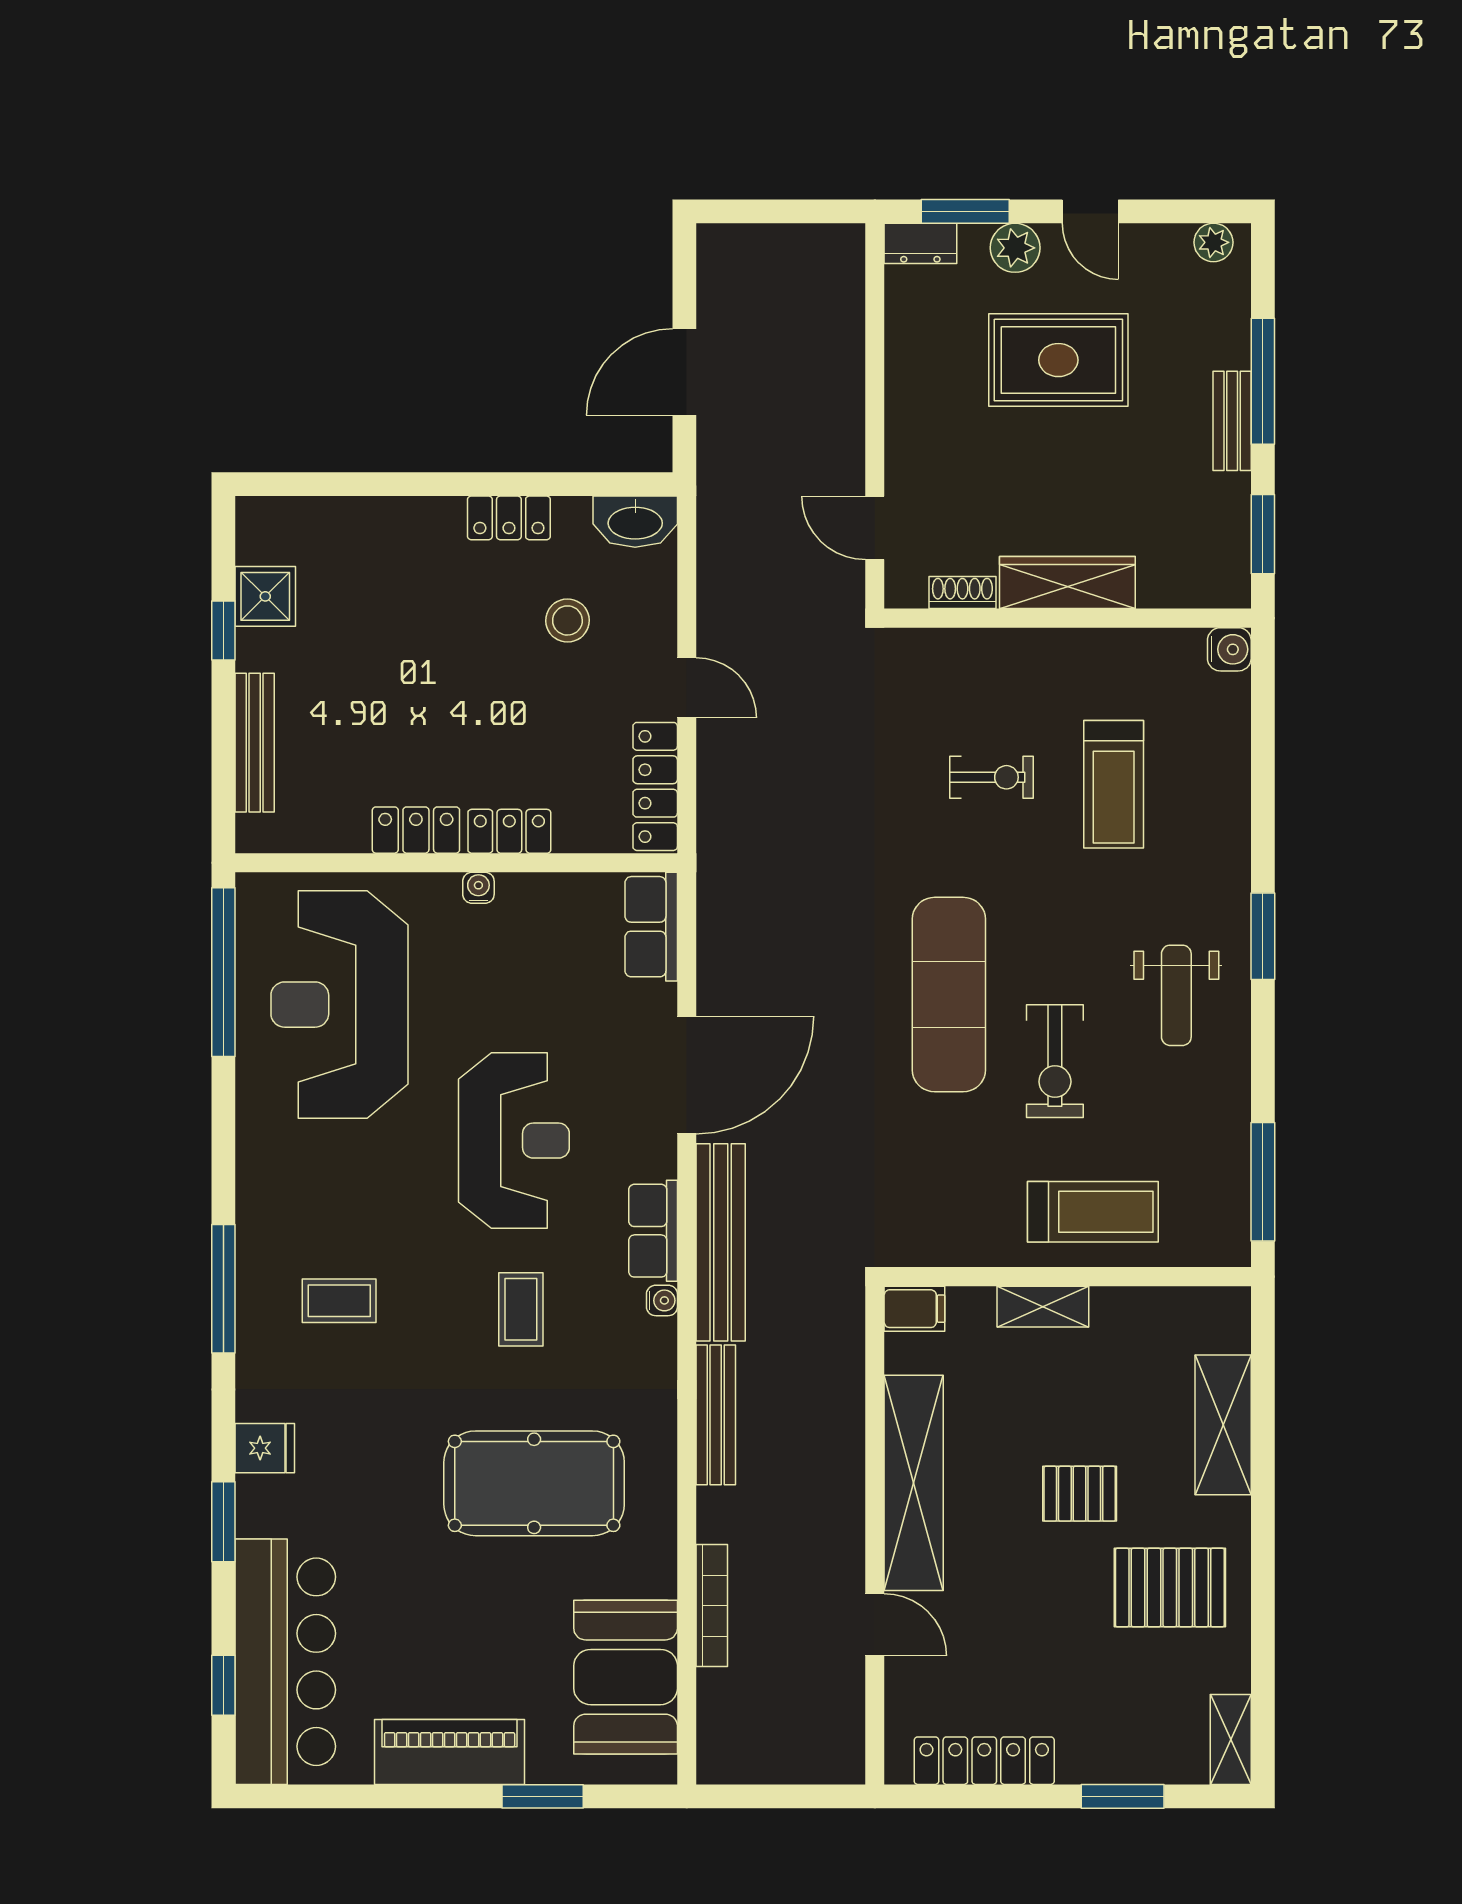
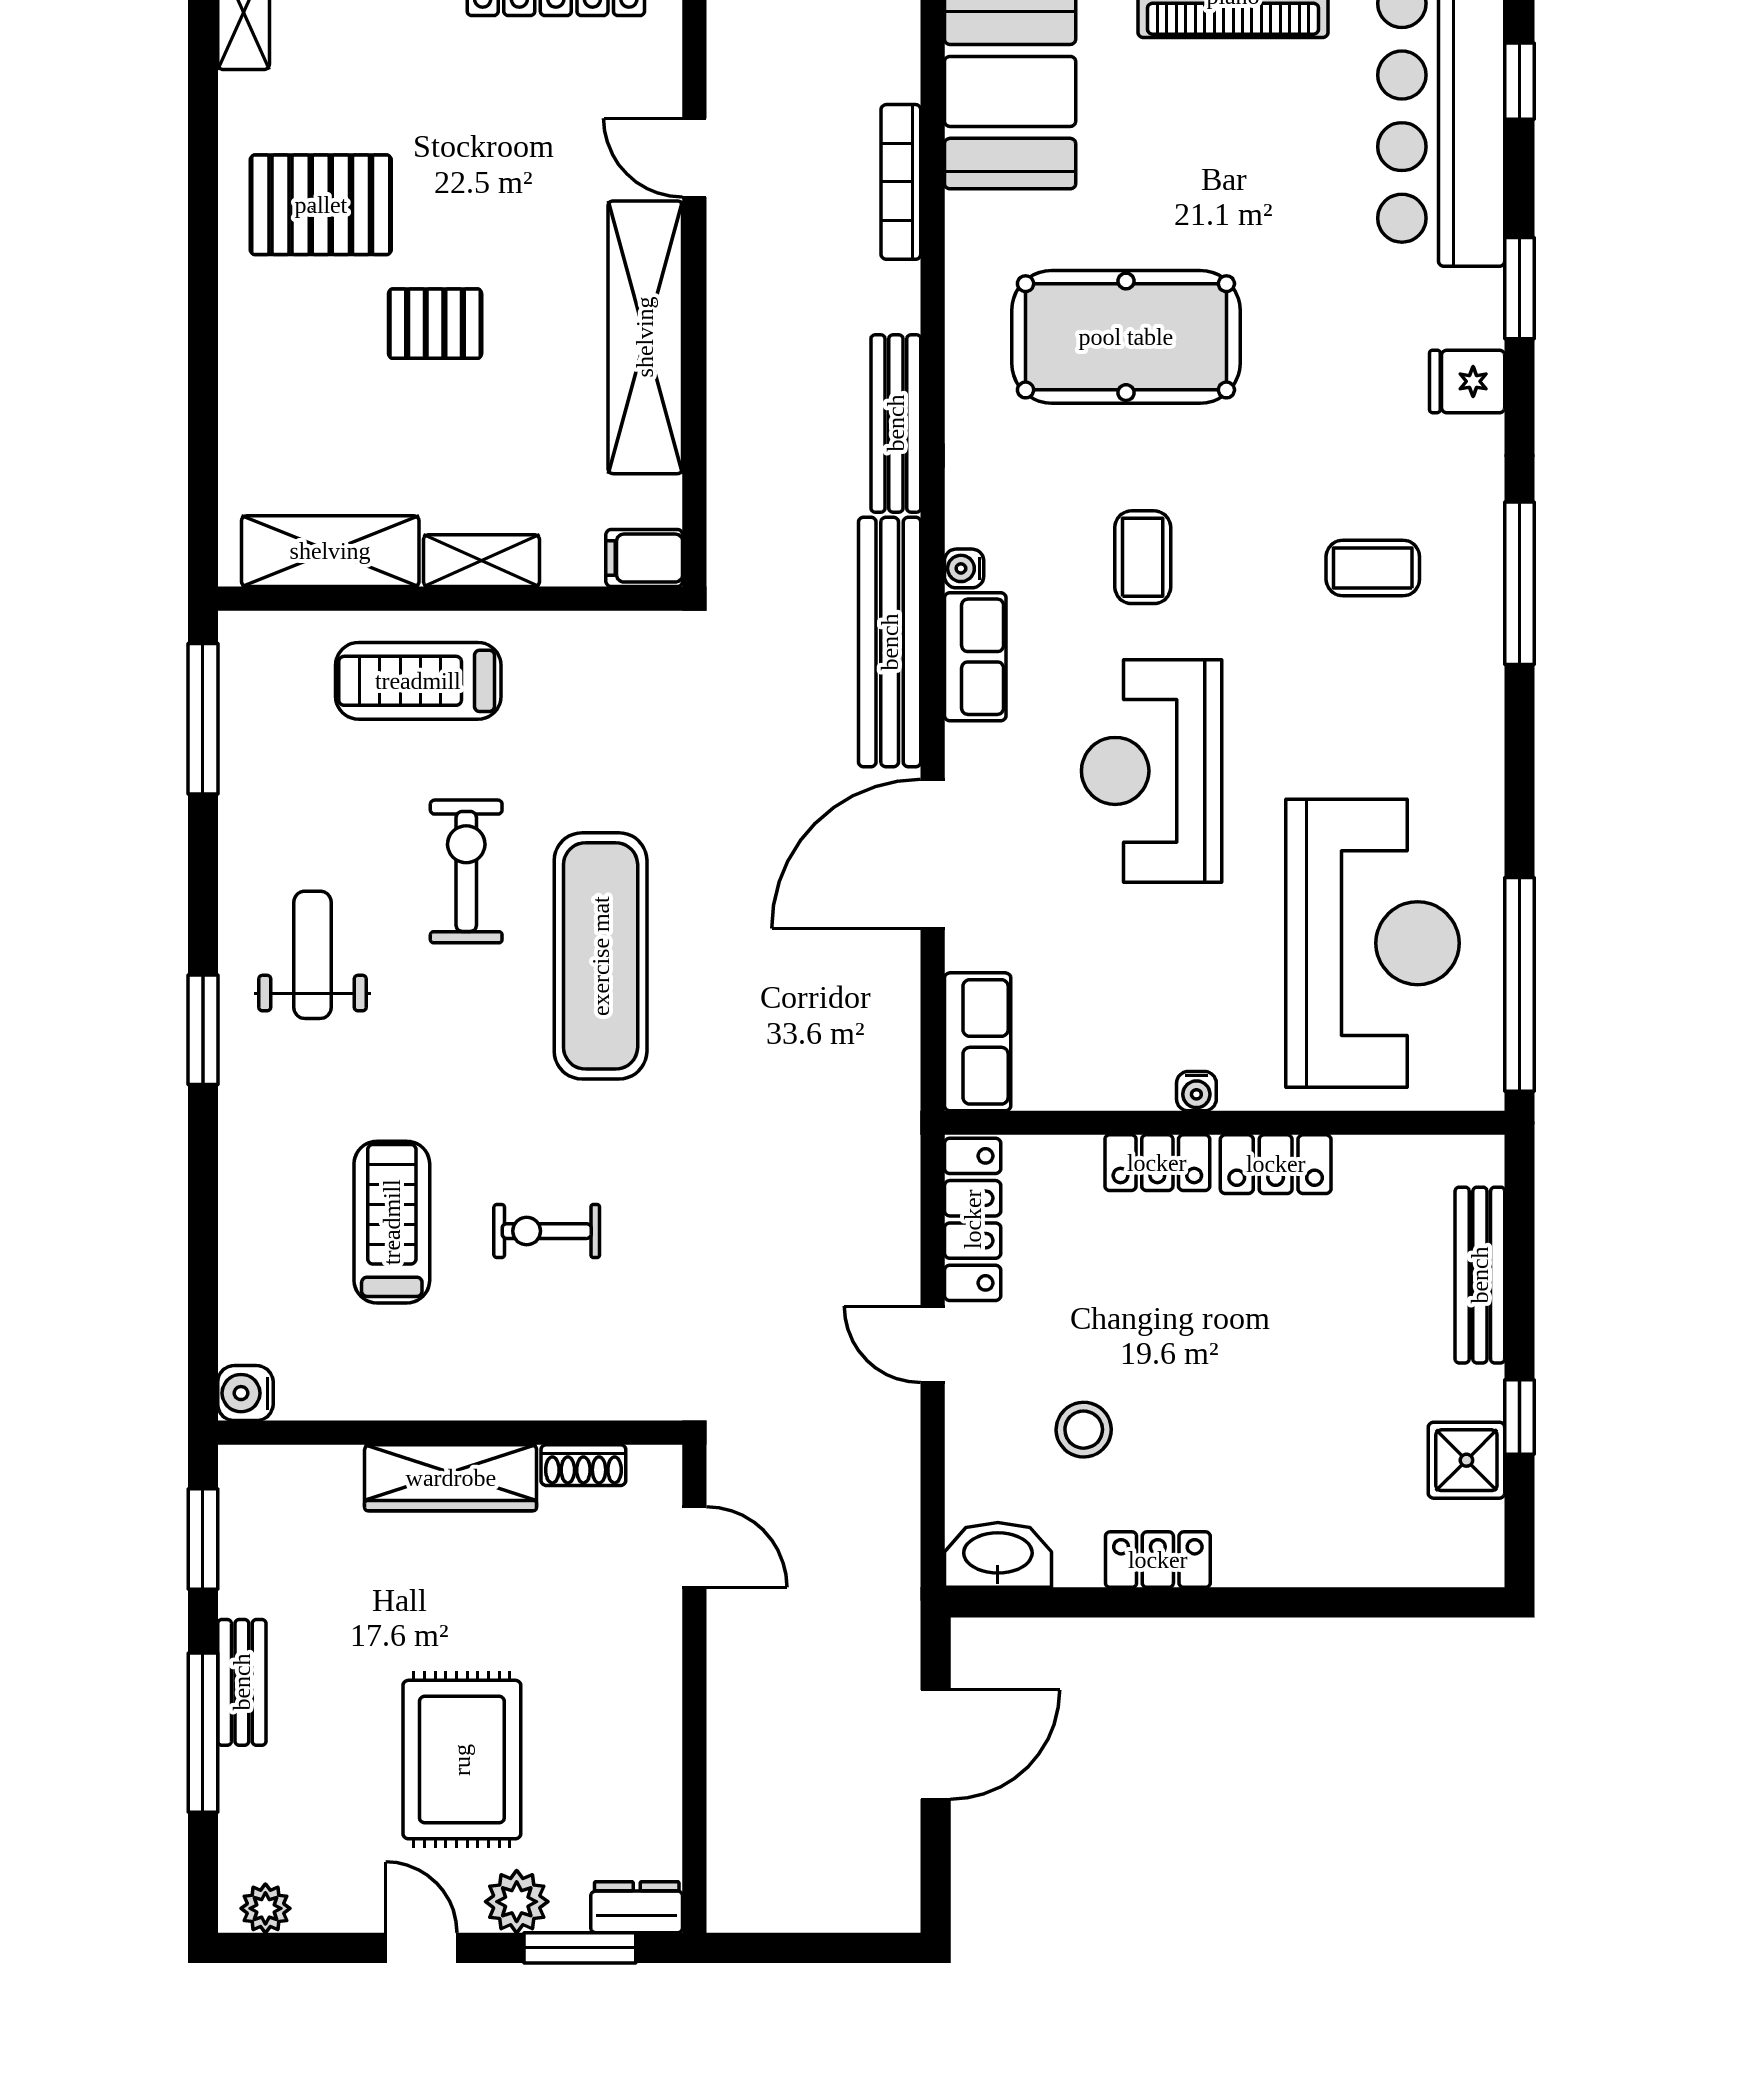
rug: (1058, 360) -> (462, 1760), turned 90
shelving: (1223, 1425) -> (330, 551), moved, turned 90

